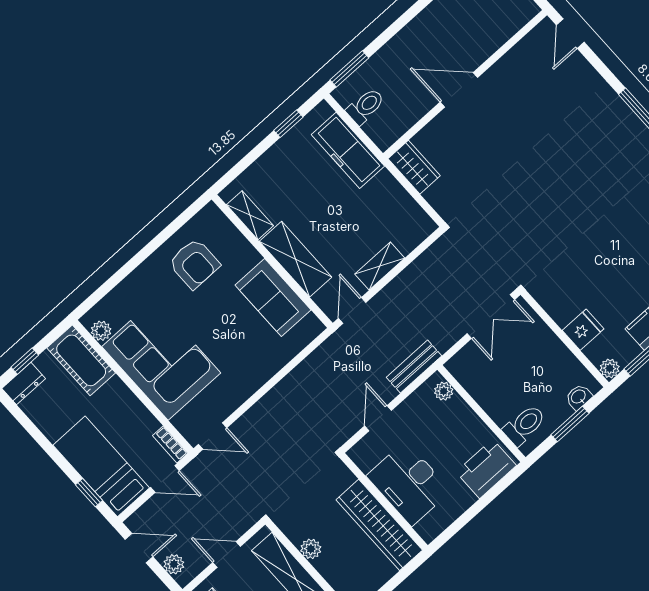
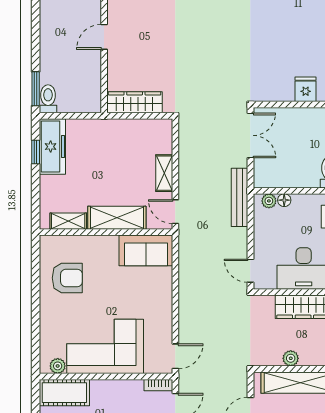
door: (459, 90) -> (104, 37), width x0.73
toilet: (365, 106) -> (48, 99), moved
freezer: (348, 150) -> (52, 147), moved, turned -90
wardrobe: (414, 167) -> (135, 102), width x1.50
sofa: (273, 297) -> (146, 250), moved
bench: (414, 367) -> (239, 197), width x1.36
floor lamp: (458, 405) -> (284, 200), added
door: (378, 418) -> (250, 271), moved

